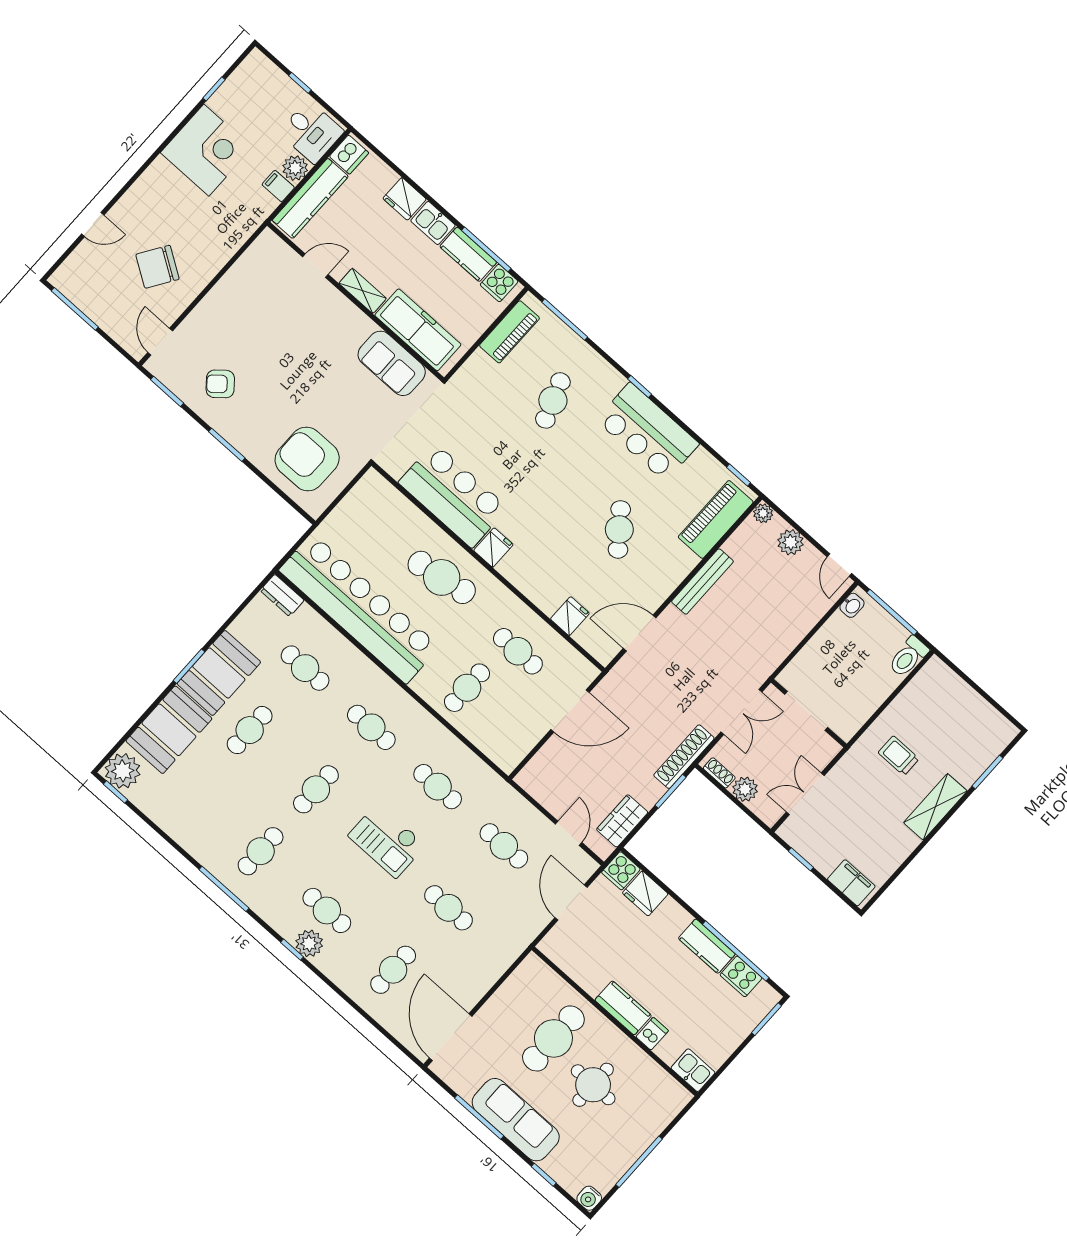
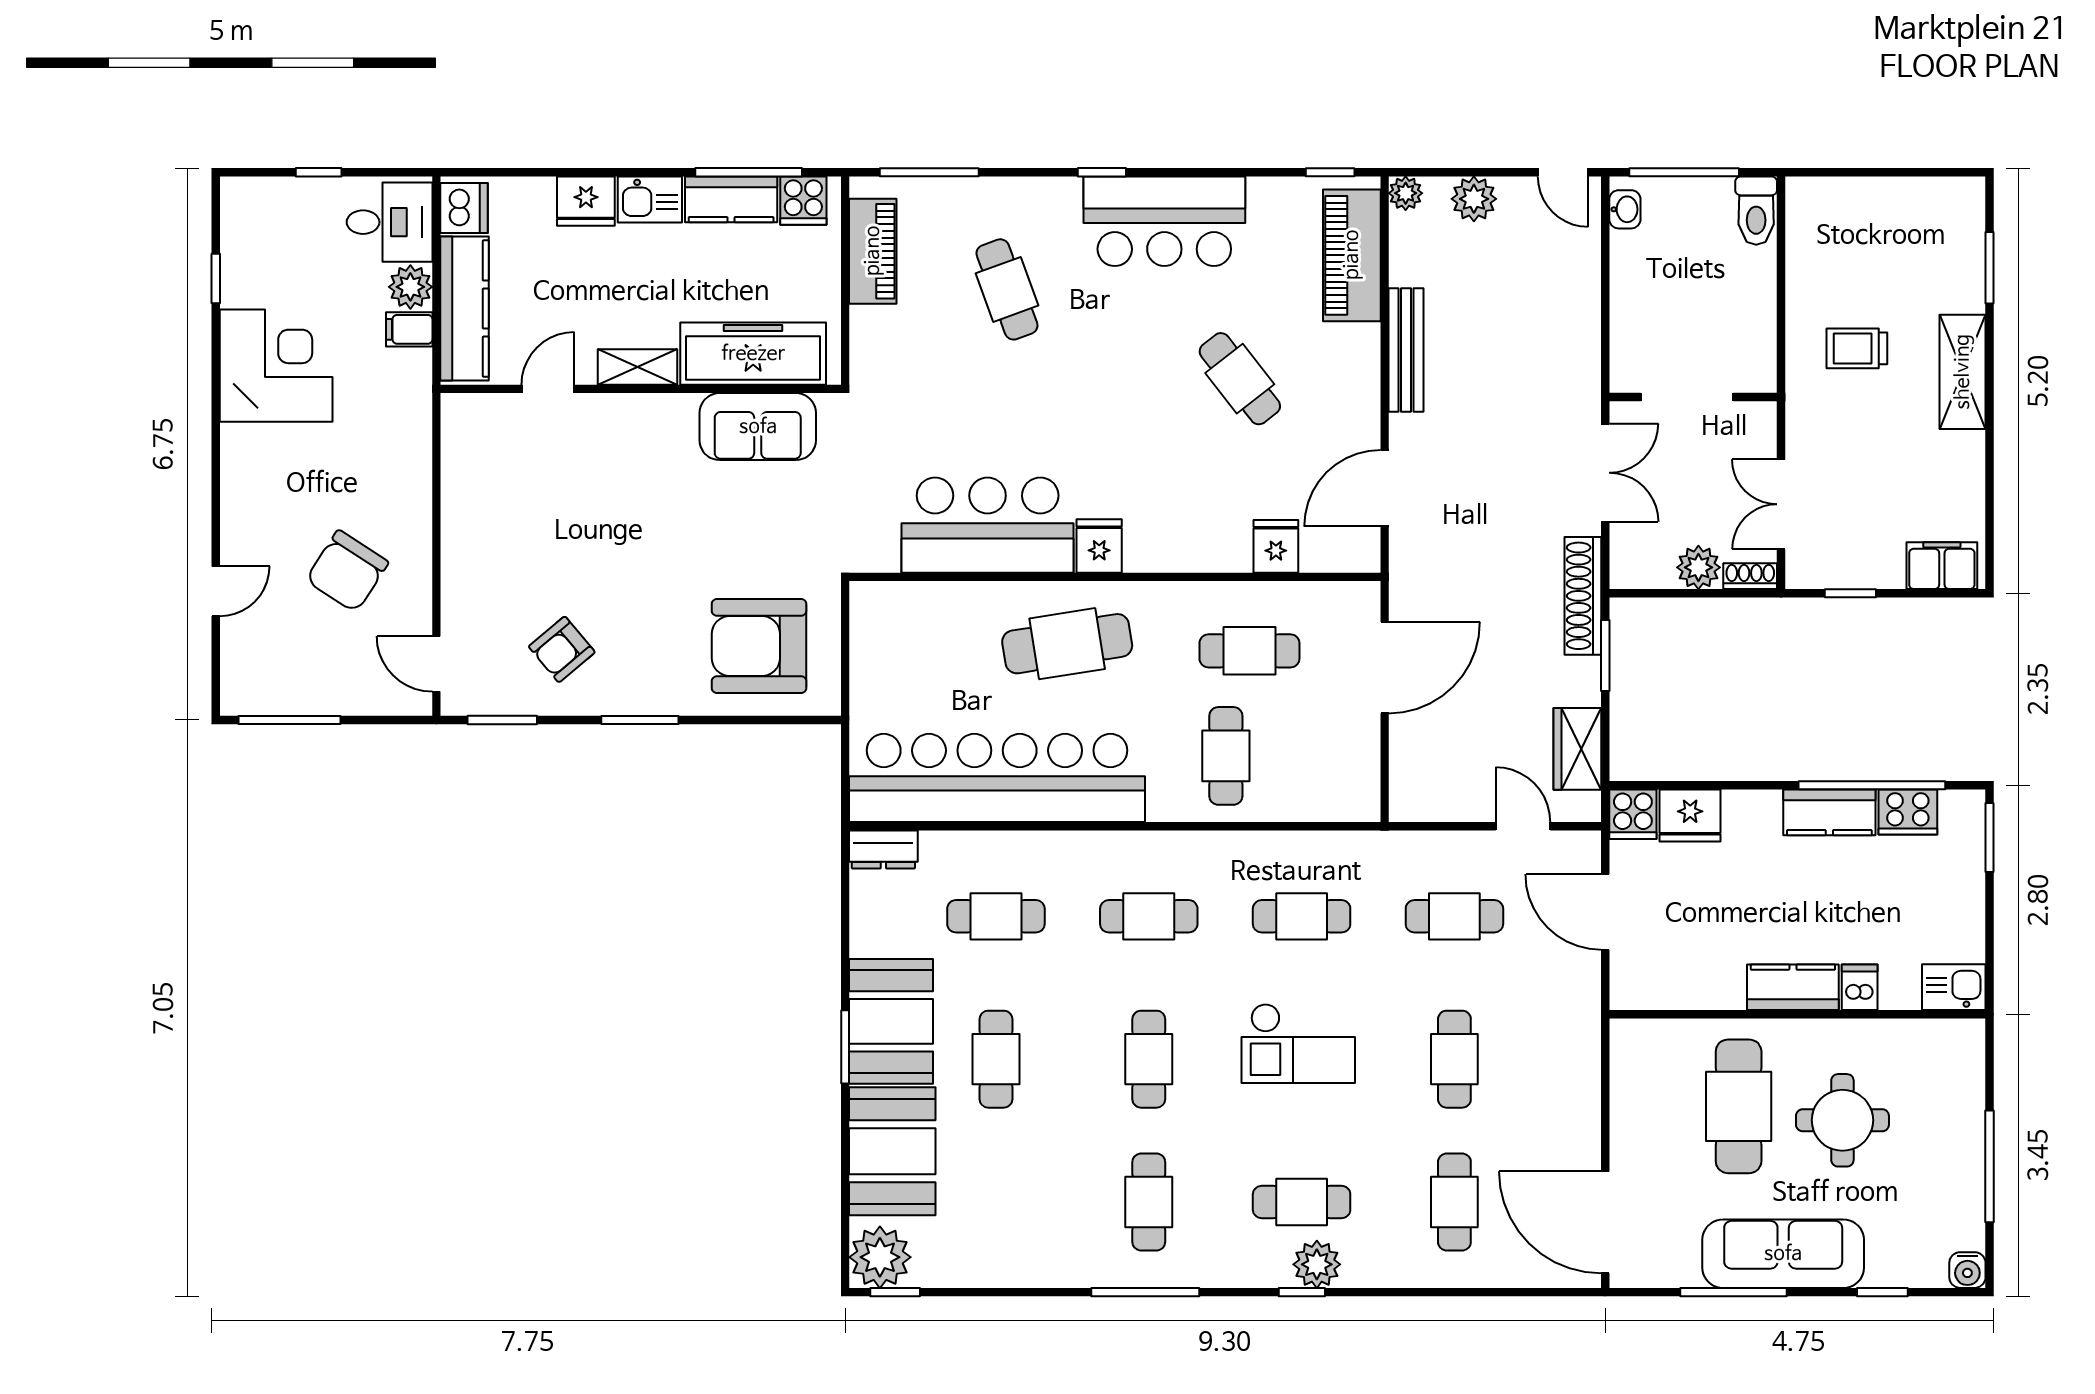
shoe rack: (719, 773) -> (1750, 576), moved
cafe table: (448, 908) -> (1454, 1059), turned 90

